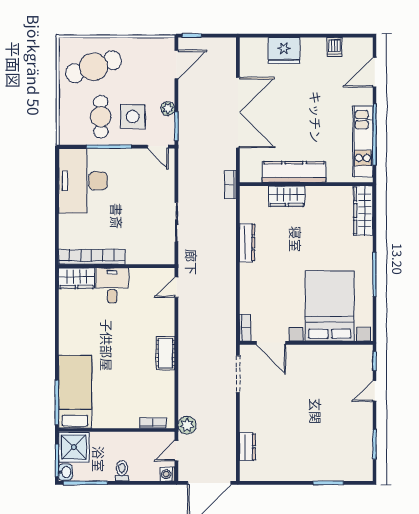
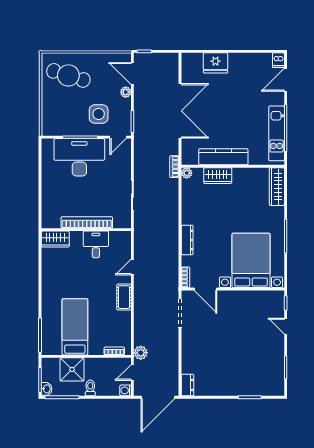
dishwasher: (334, 47) -> (278, 60), moved
door: (176, 64) -> (132, 74), swing flipped
cafe table: (94, 67) -> (68, 75), turned 36
plant: (168, 108) -> (126, 92), moved
cafe table: (101, 117) -> (74, 114), removed
door: (158, 147) -> (118, 137), hinge flipped
desk: (83, 181) -> (79, 157), moved, turned 90
plant: (247, 193) -> (187, 173), added
dresser: (247, 243) -> (187, 240), moved
bookcase: (92, 257) -> (87, 222), moved
desk: (112, 285) -> (96, 244), moved
door: (176, 287) -> (132, 267), moved
door: (375, 391) -> (286, 326), hinge flipped
bed: (75, 392) -> (75, 327), moved
shower: (74, 447) -> (72, 369), moved
dresser: (248, 447) -> (187, 385), moved

